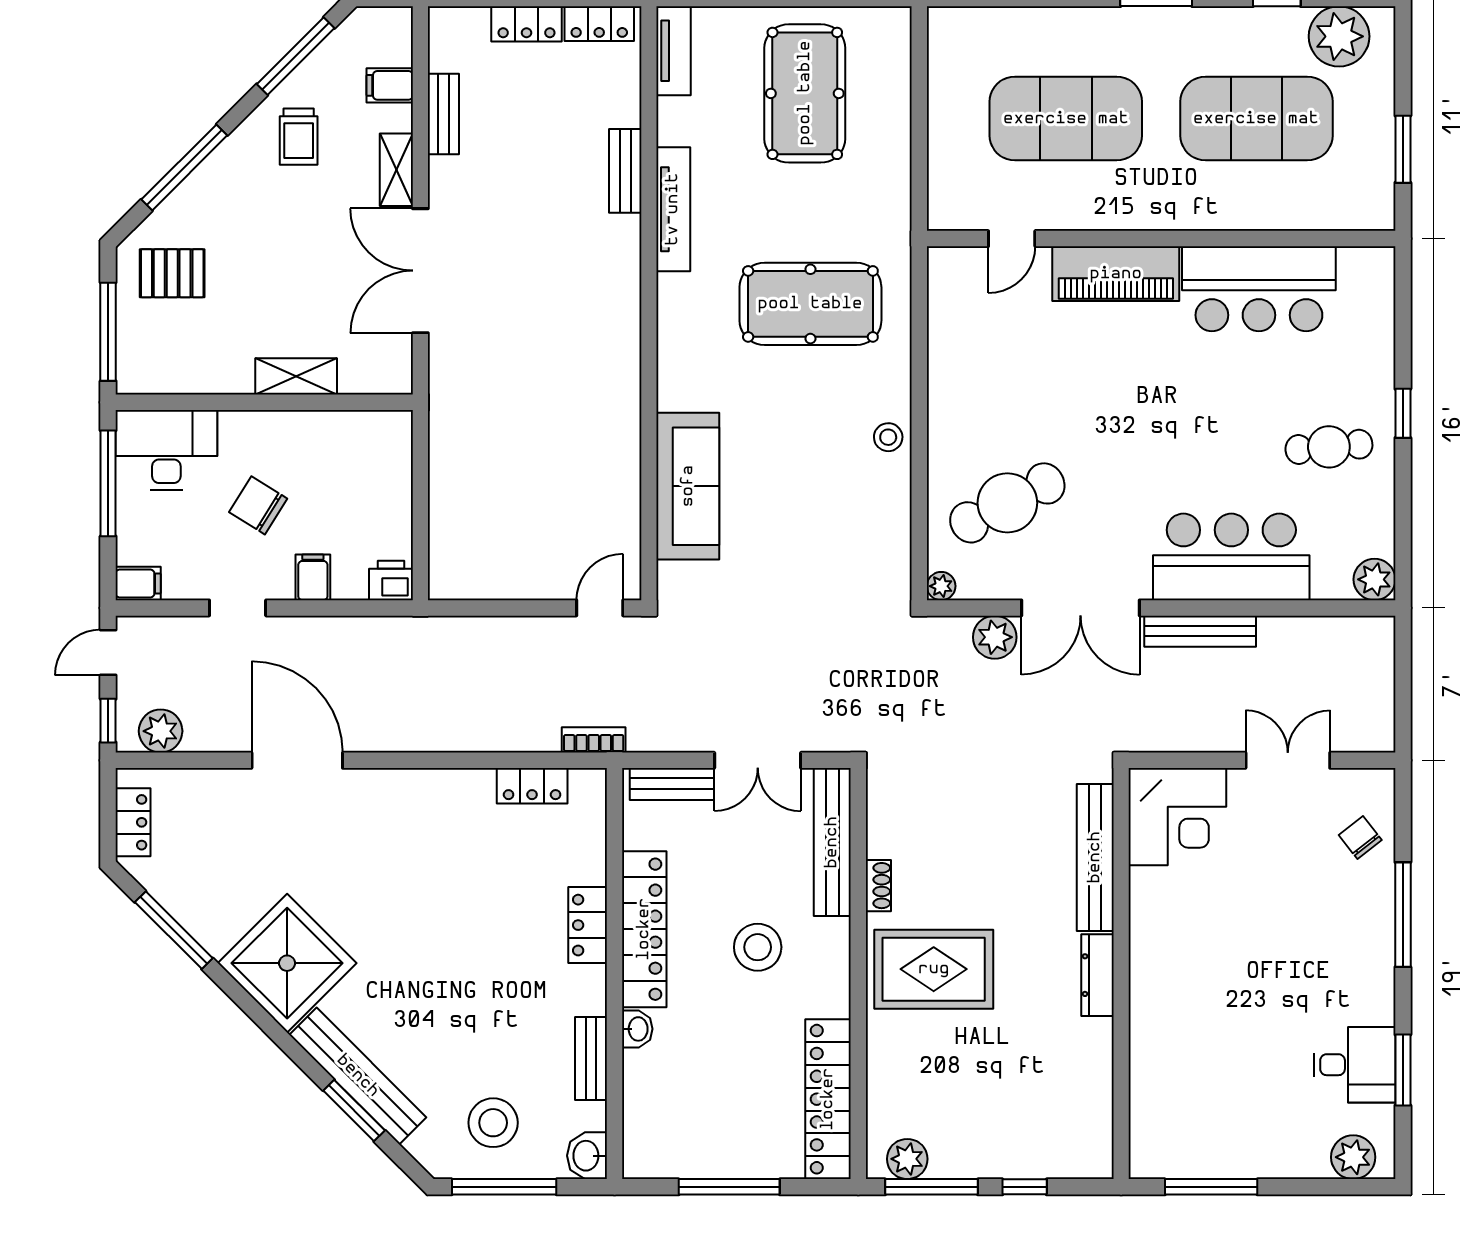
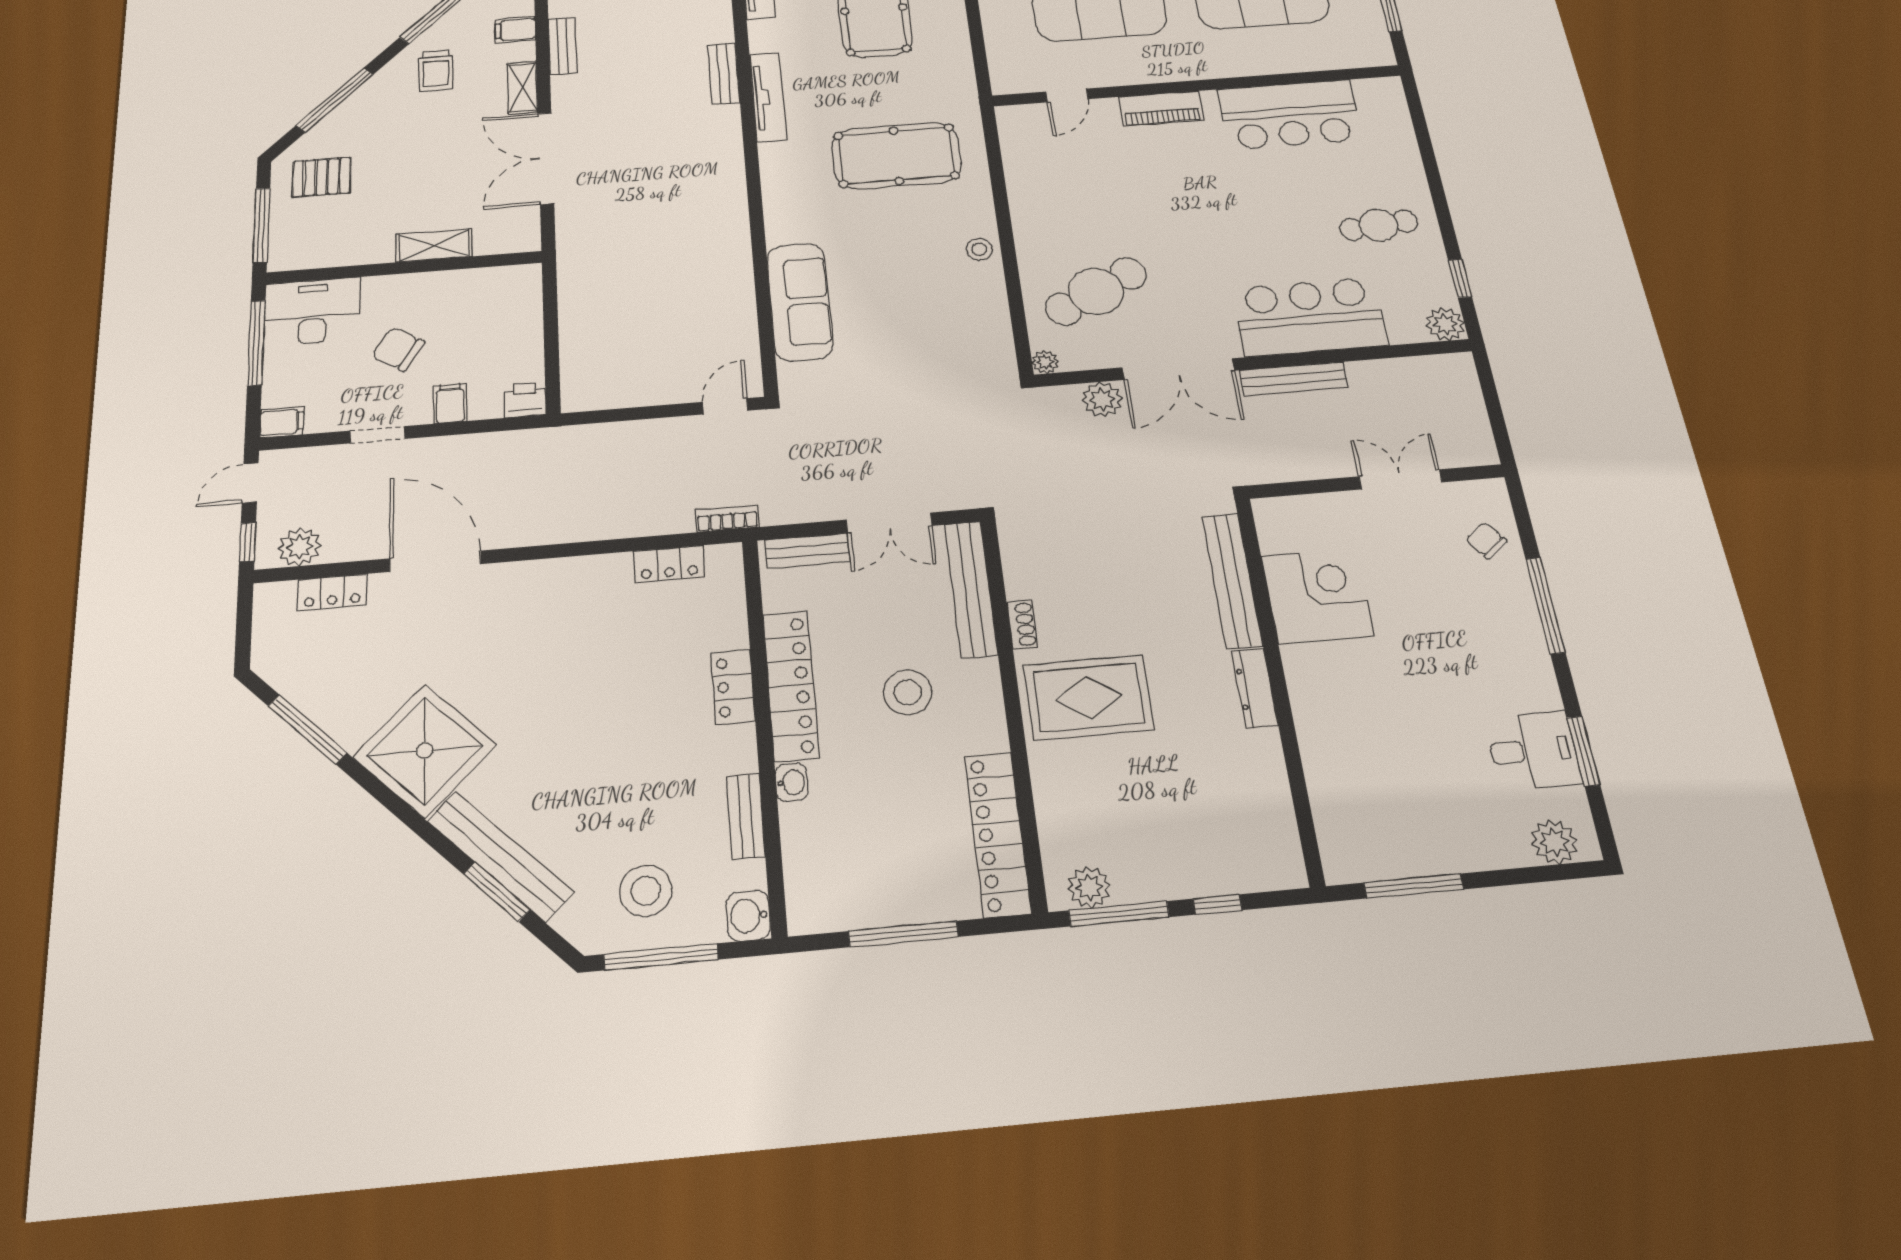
piano: (1116, 274) -> (1161, 109), width x0.73, depth x0.75
window: (1403, 413) -> (1460, 278), moved
corner desk: (1177, 817) -> (1317, 596), moved, turned -90
locker: (133, 822) -> (332, 592), moved, turned 90

